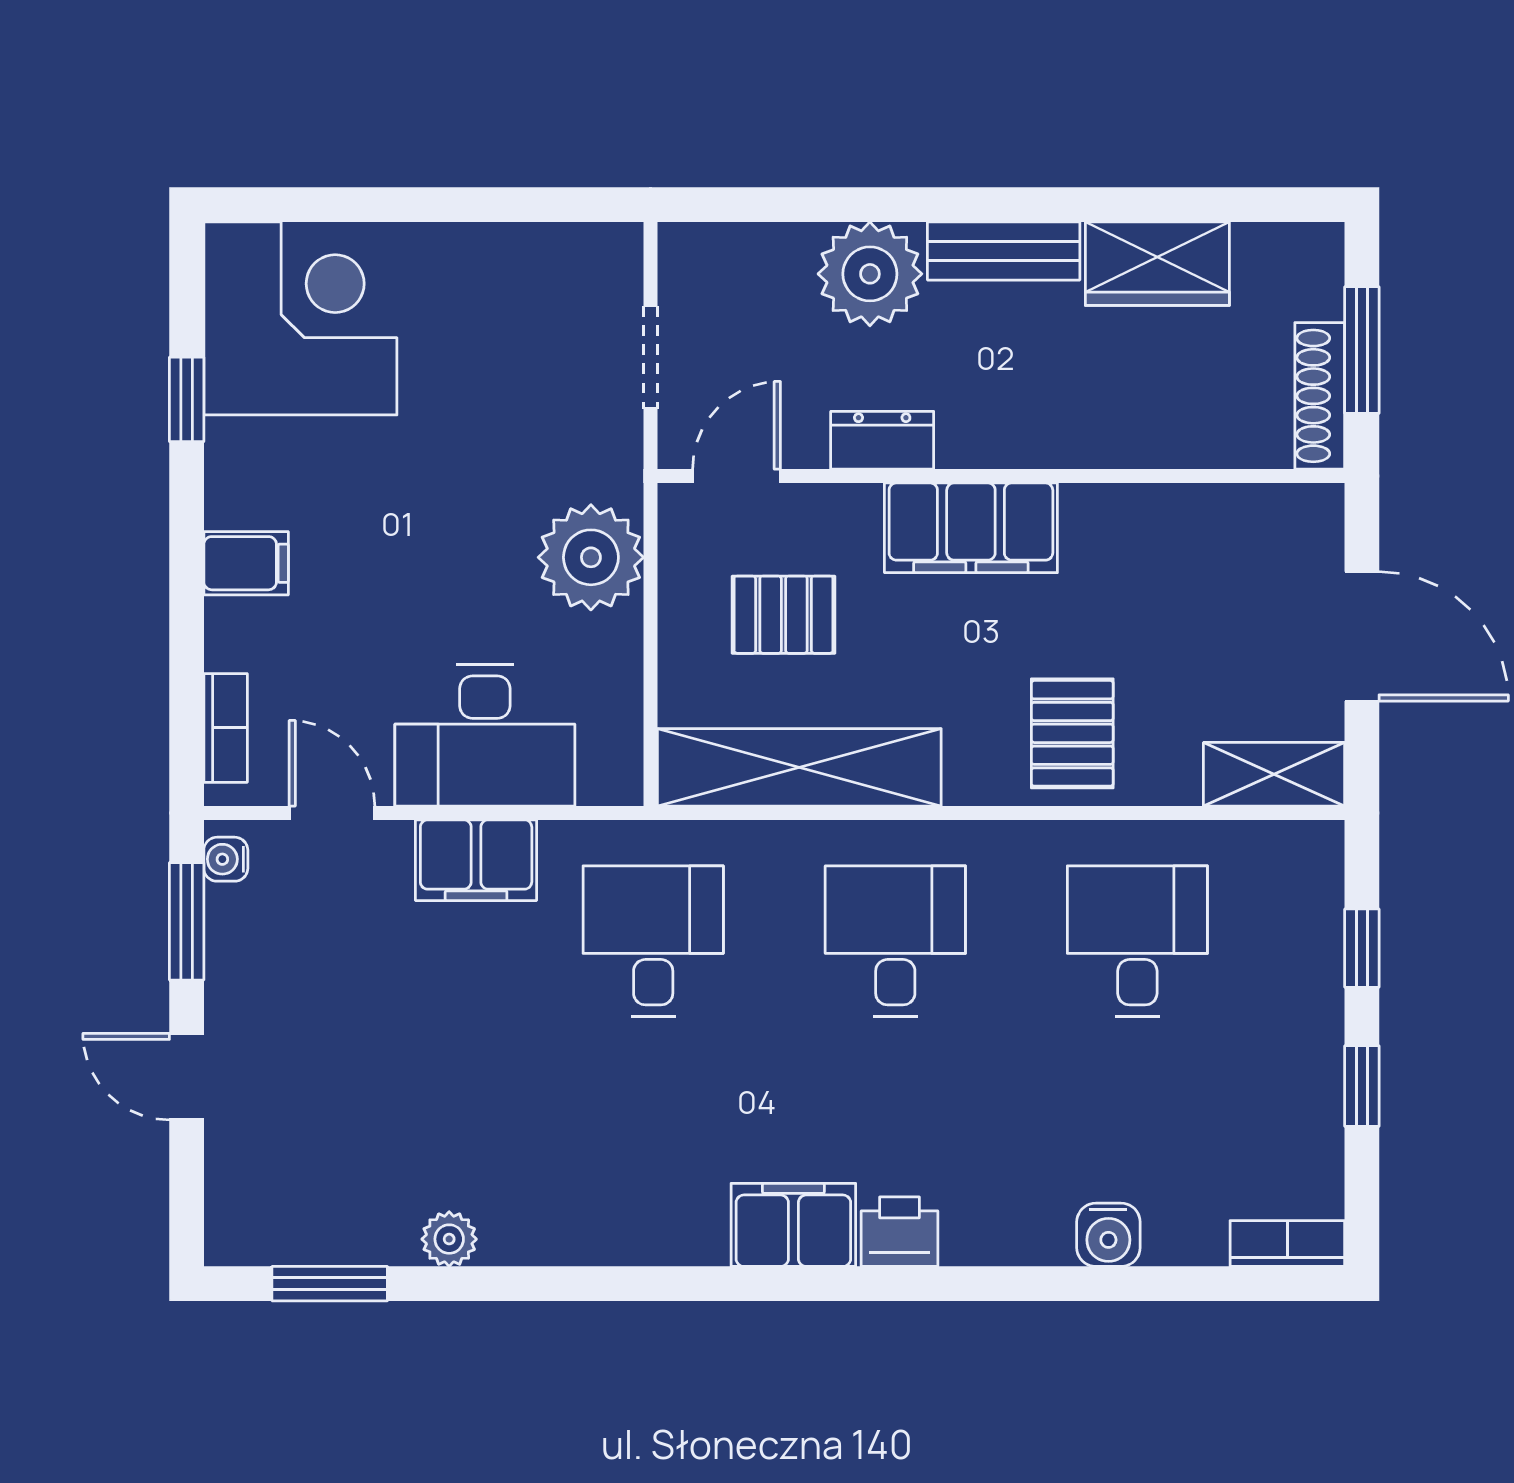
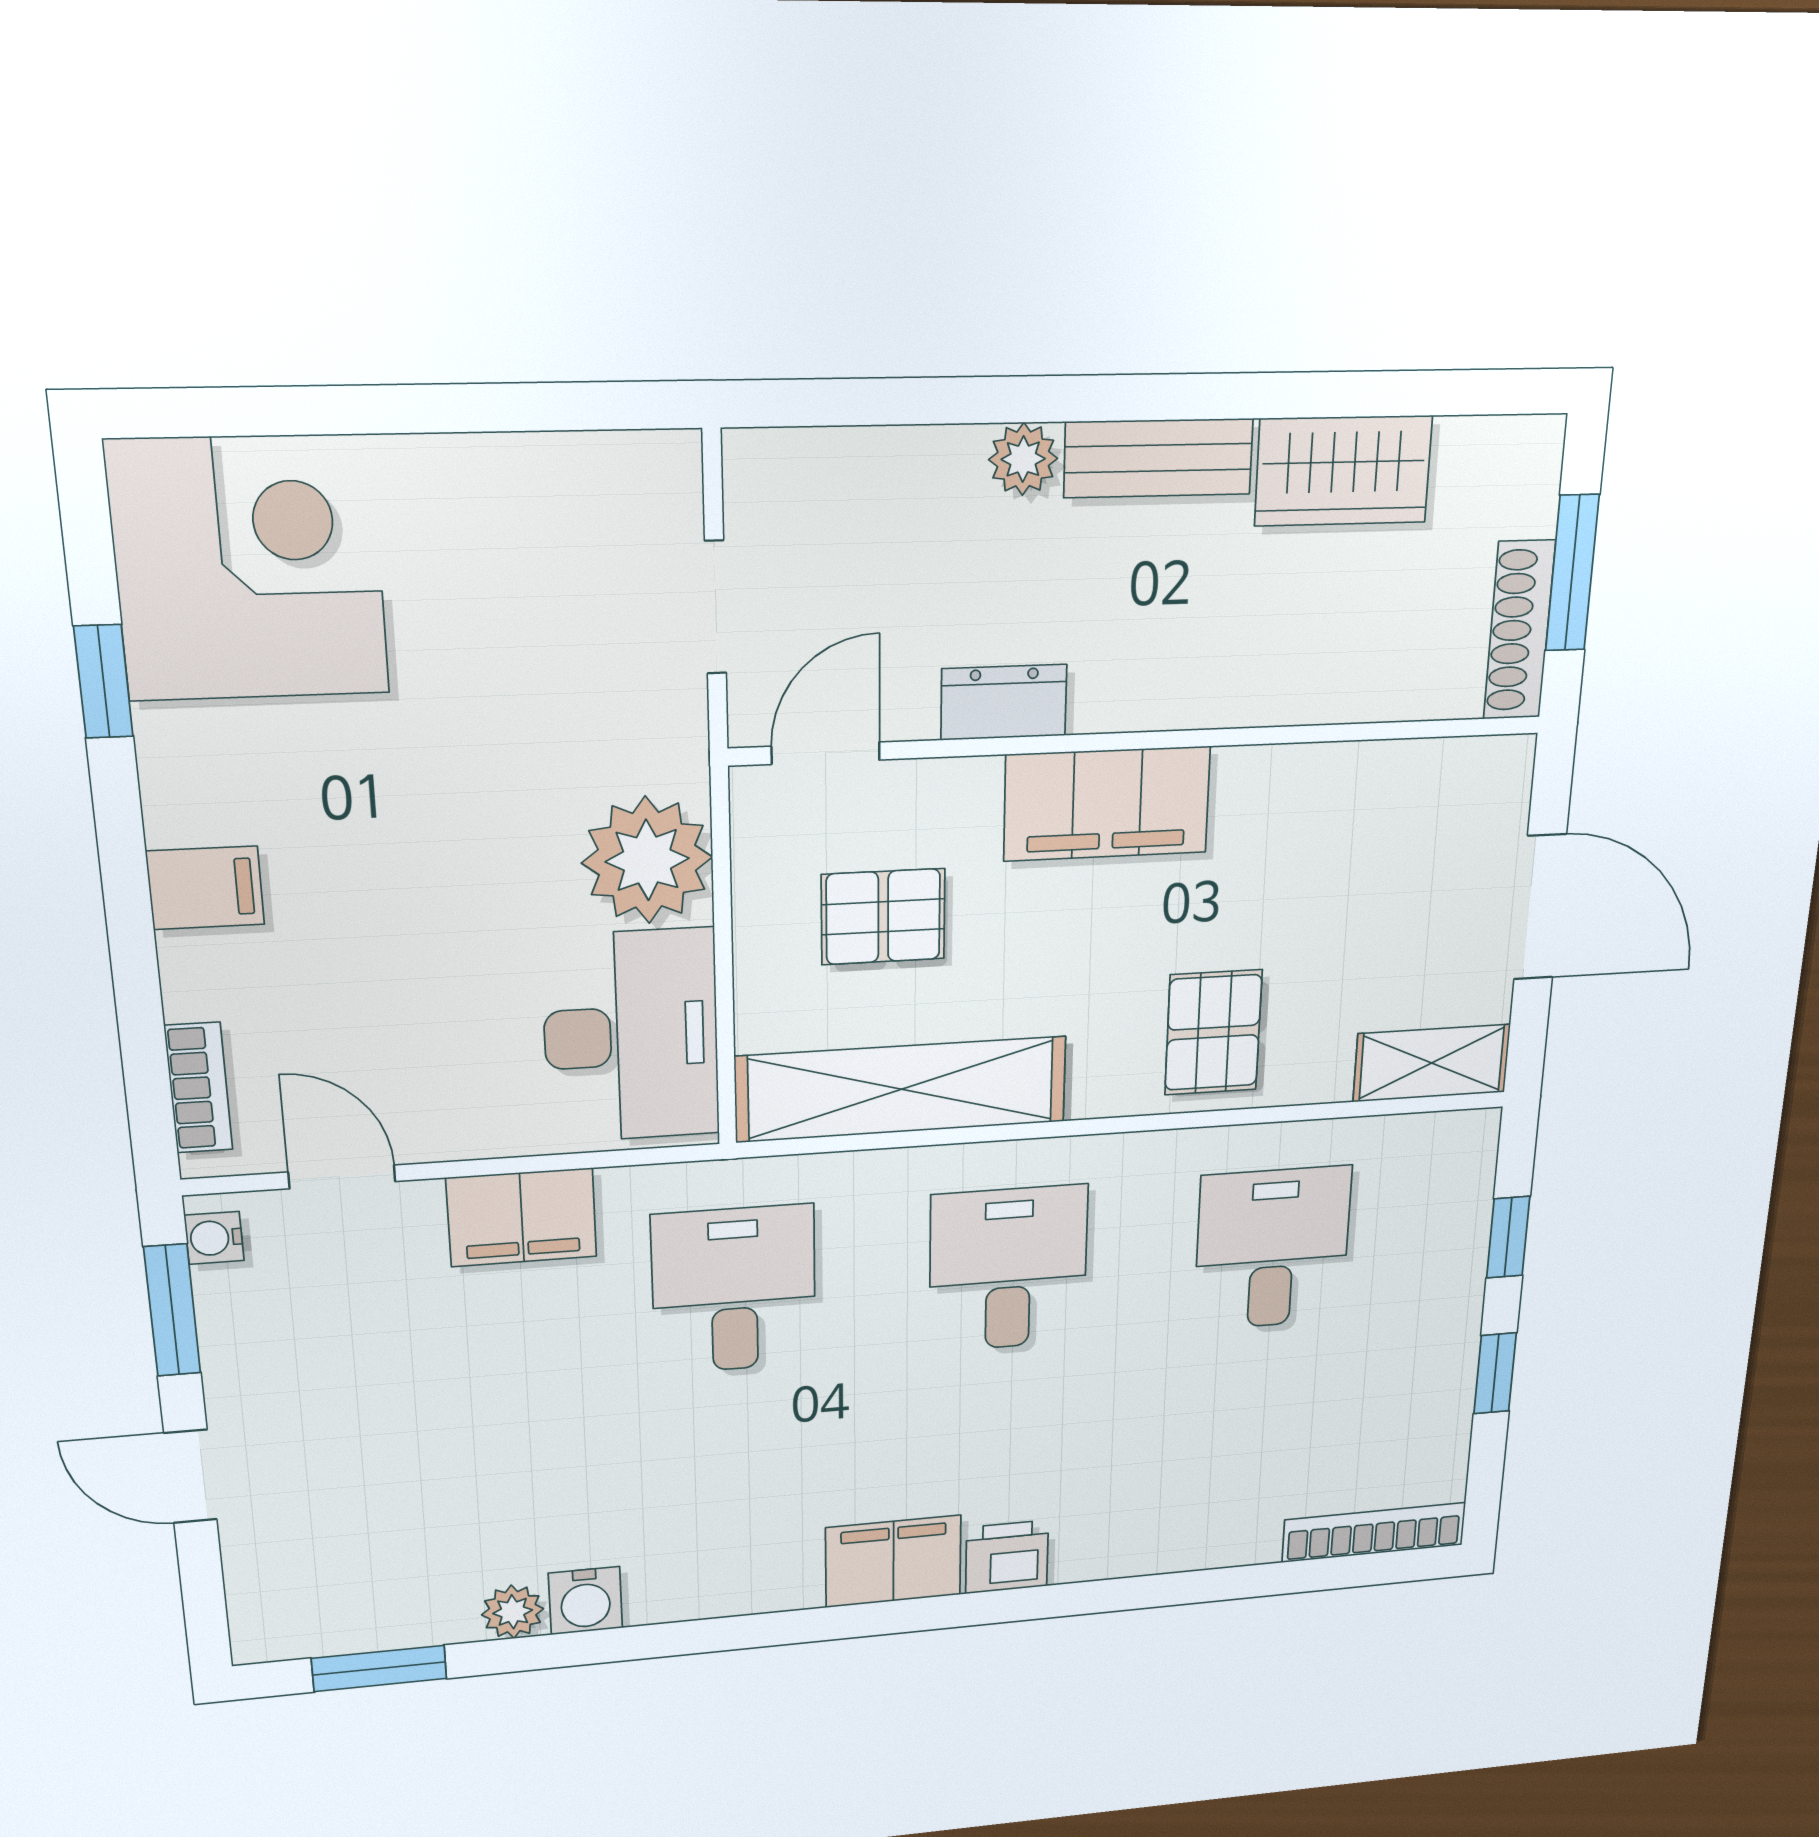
plant: (870, 274) -> (1023, 459), width x0.53, depth x0.53
desk: (485, 735) -> (631, 1036), moved, turned -90
water cooler: (1108, 1235) -> (585, 1601), moved
bookcase: (1287, 1244) -> (1374, 1532), width x1.56

